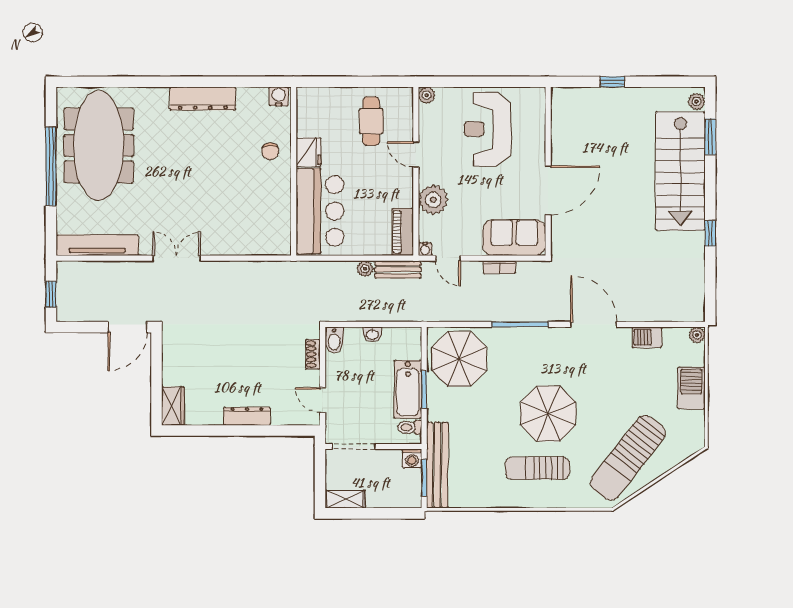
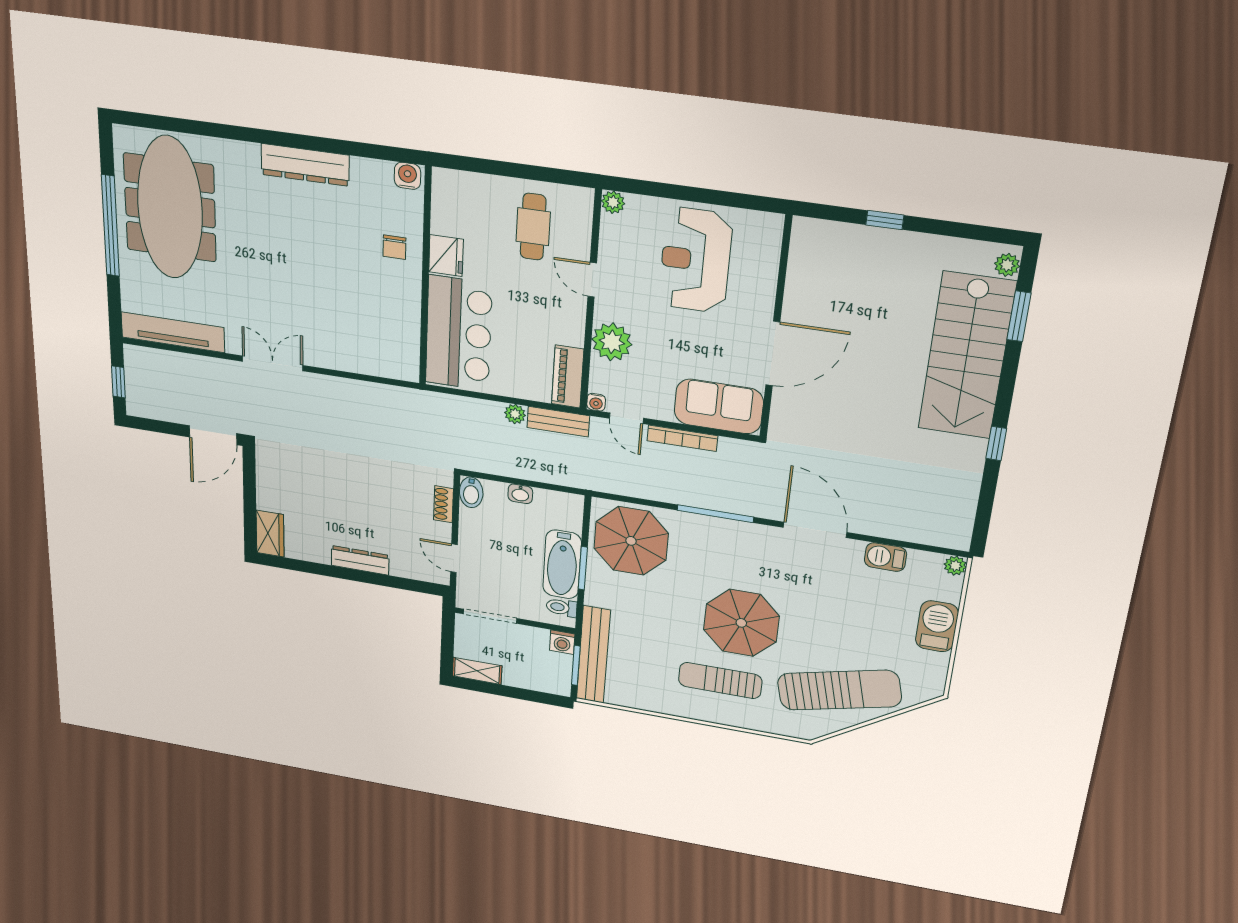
bookcase: (499, 267) -> (682, 438), width x1.56
sun lounger: (628, 458) -> (839, 690), turned -142

